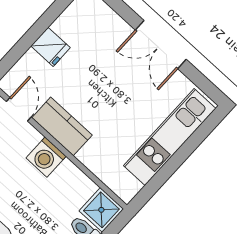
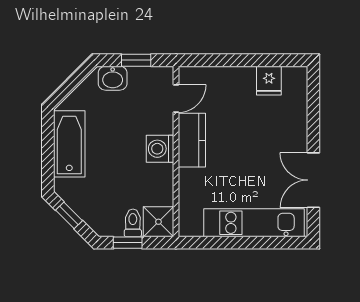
double door: (161, 45) -> (313, 180), moved
fridge: (51, 47) -> (269, 81), moved

